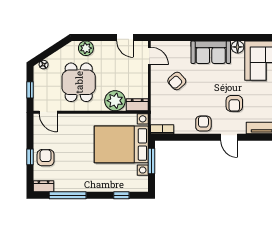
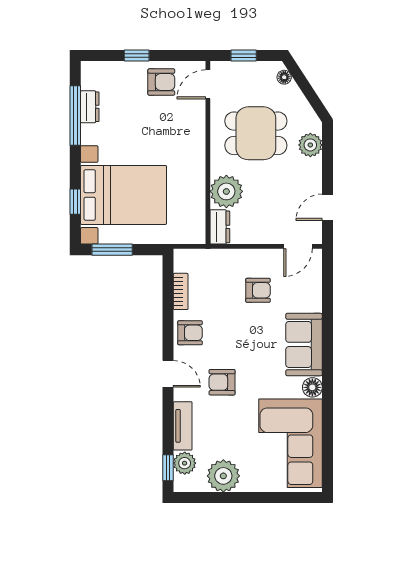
armchair: (177, 81) -> (258, 290), turned 132
bookcase: (162, 129) -> (181, 291), moved
door: (229, 137) -> (168, 374), swing flipped
bed with nightstands: (121, 144) -> (124, 195), moved, turned 90
armchair: (46, 158) -> (161, 82), moved
window: (151, 161) -> (112, 250), moved
dresser: (43, 186) -> (90, 107), moved

